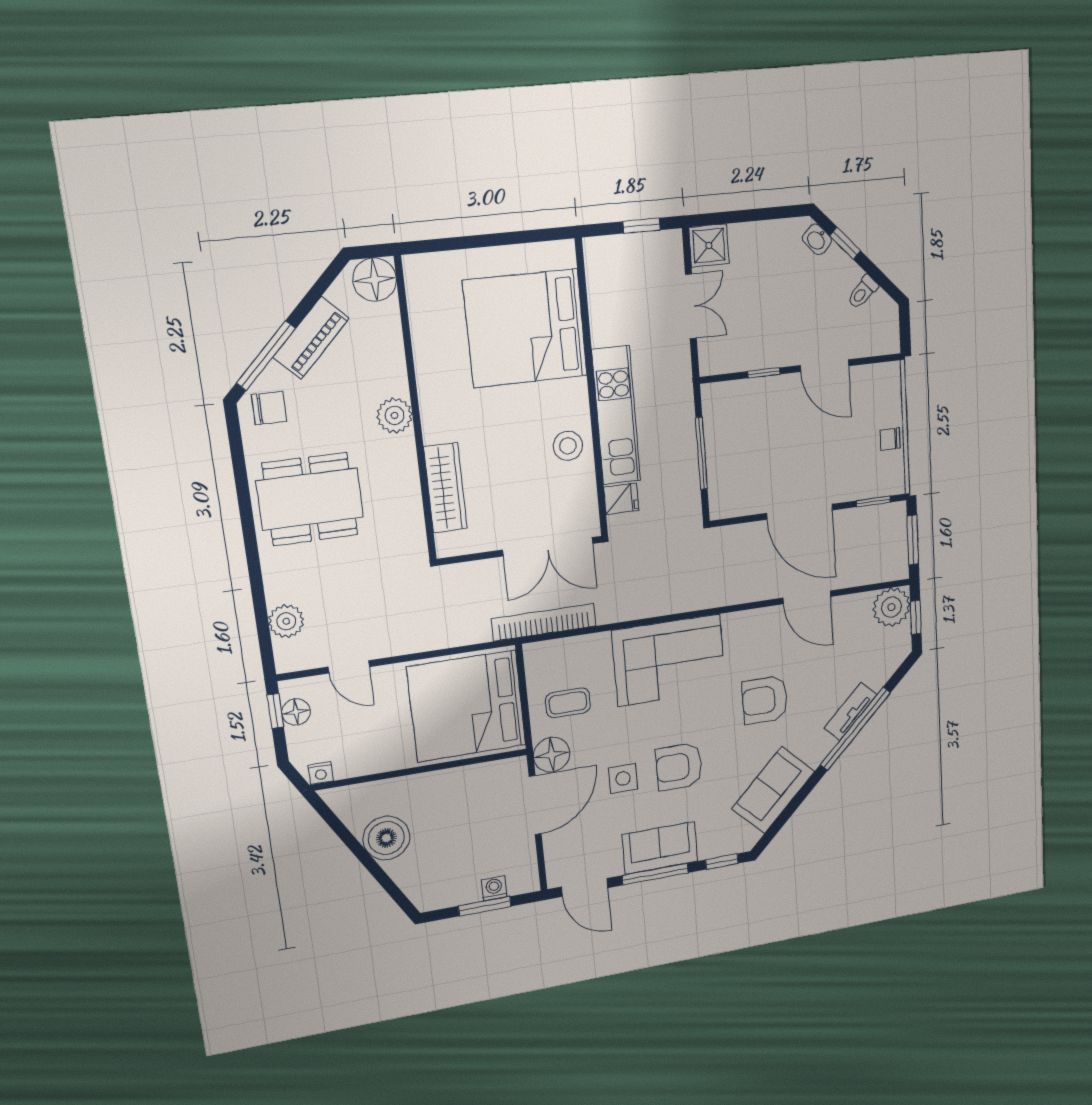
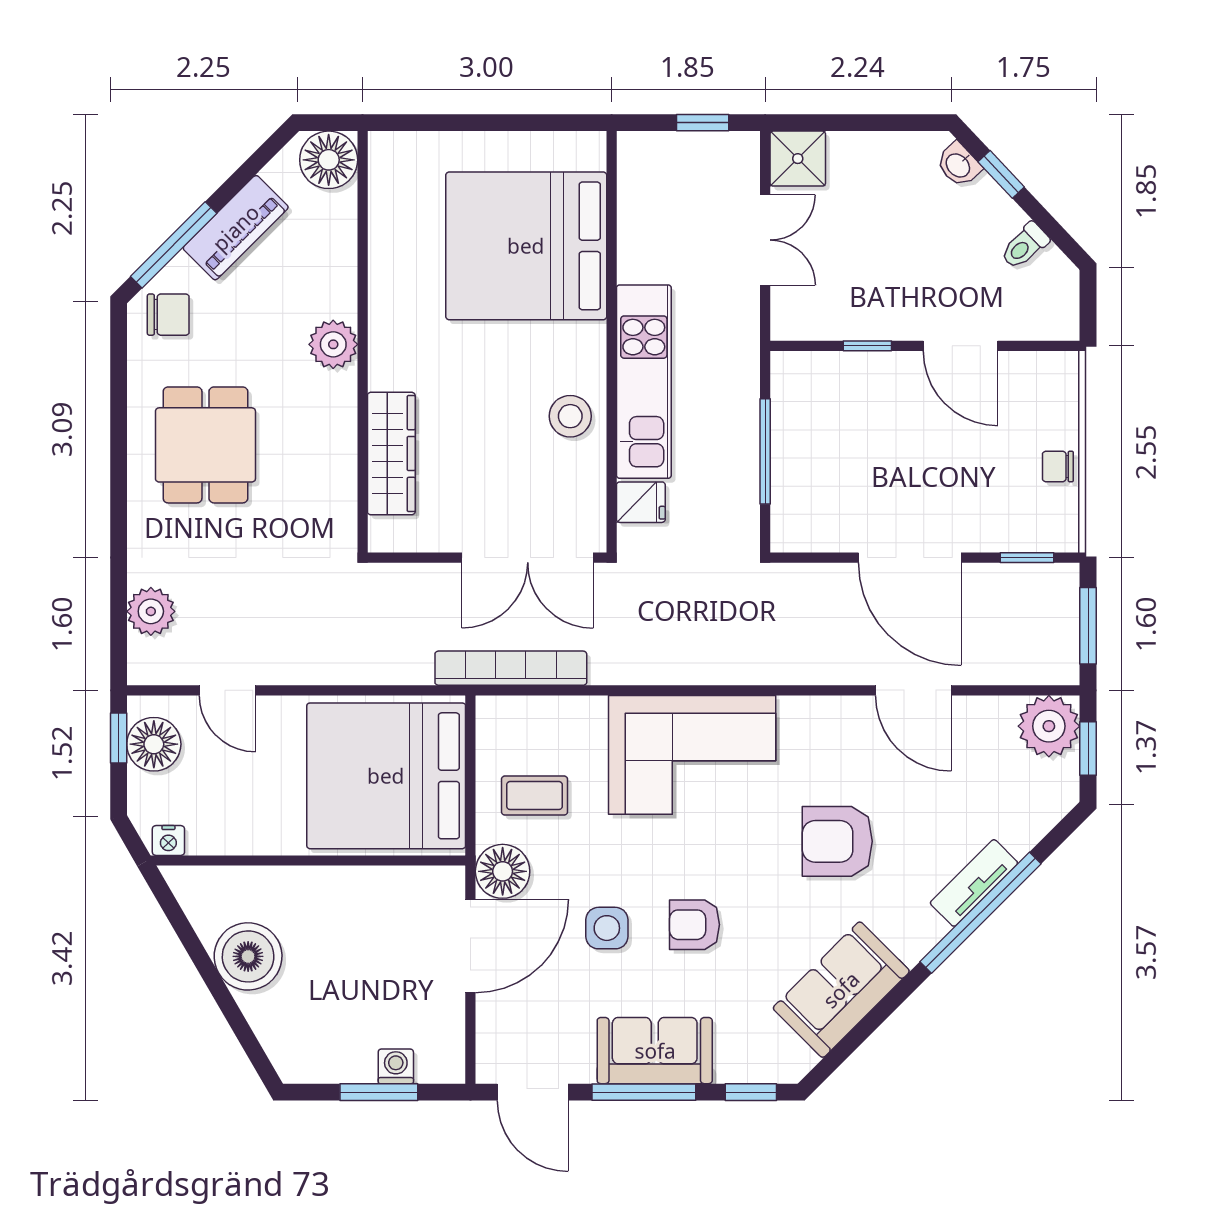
dining table: (310, 499) -> (205, 445), width x0.73
floor lamp: (296, 712) -> (154, 744), width x1.38, depth x1.38
armchair: (679, 767) -> (695, 925), width x0.72, depth x0.72

